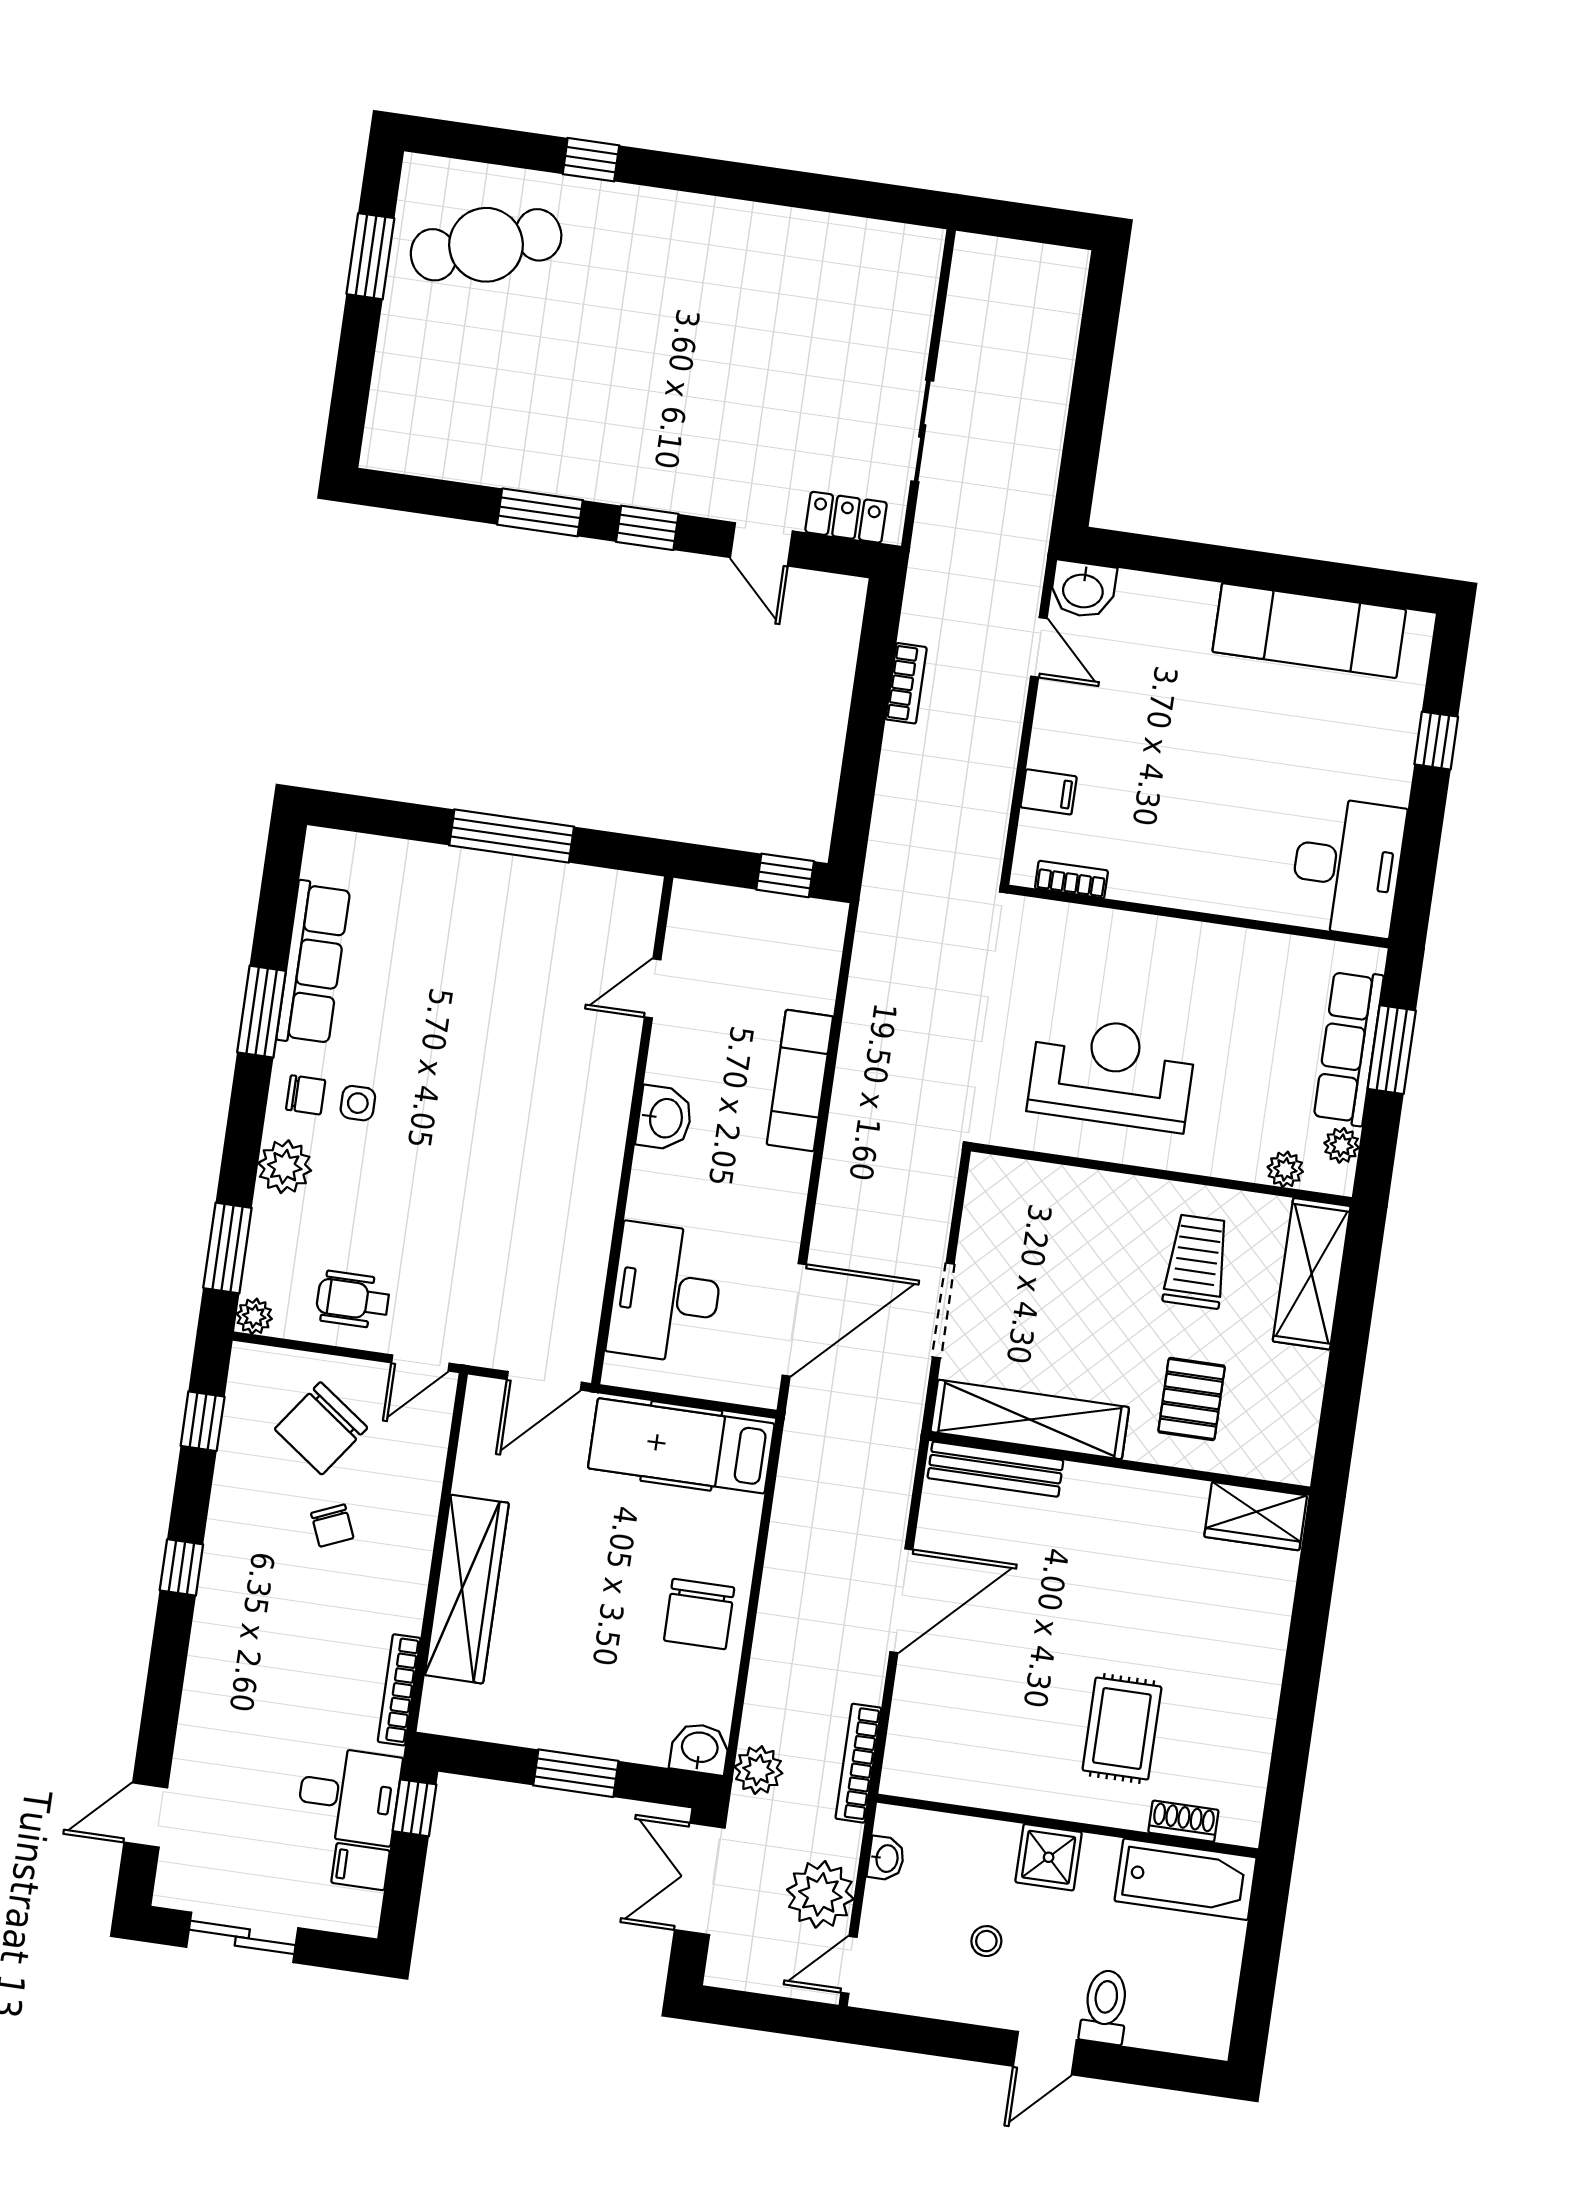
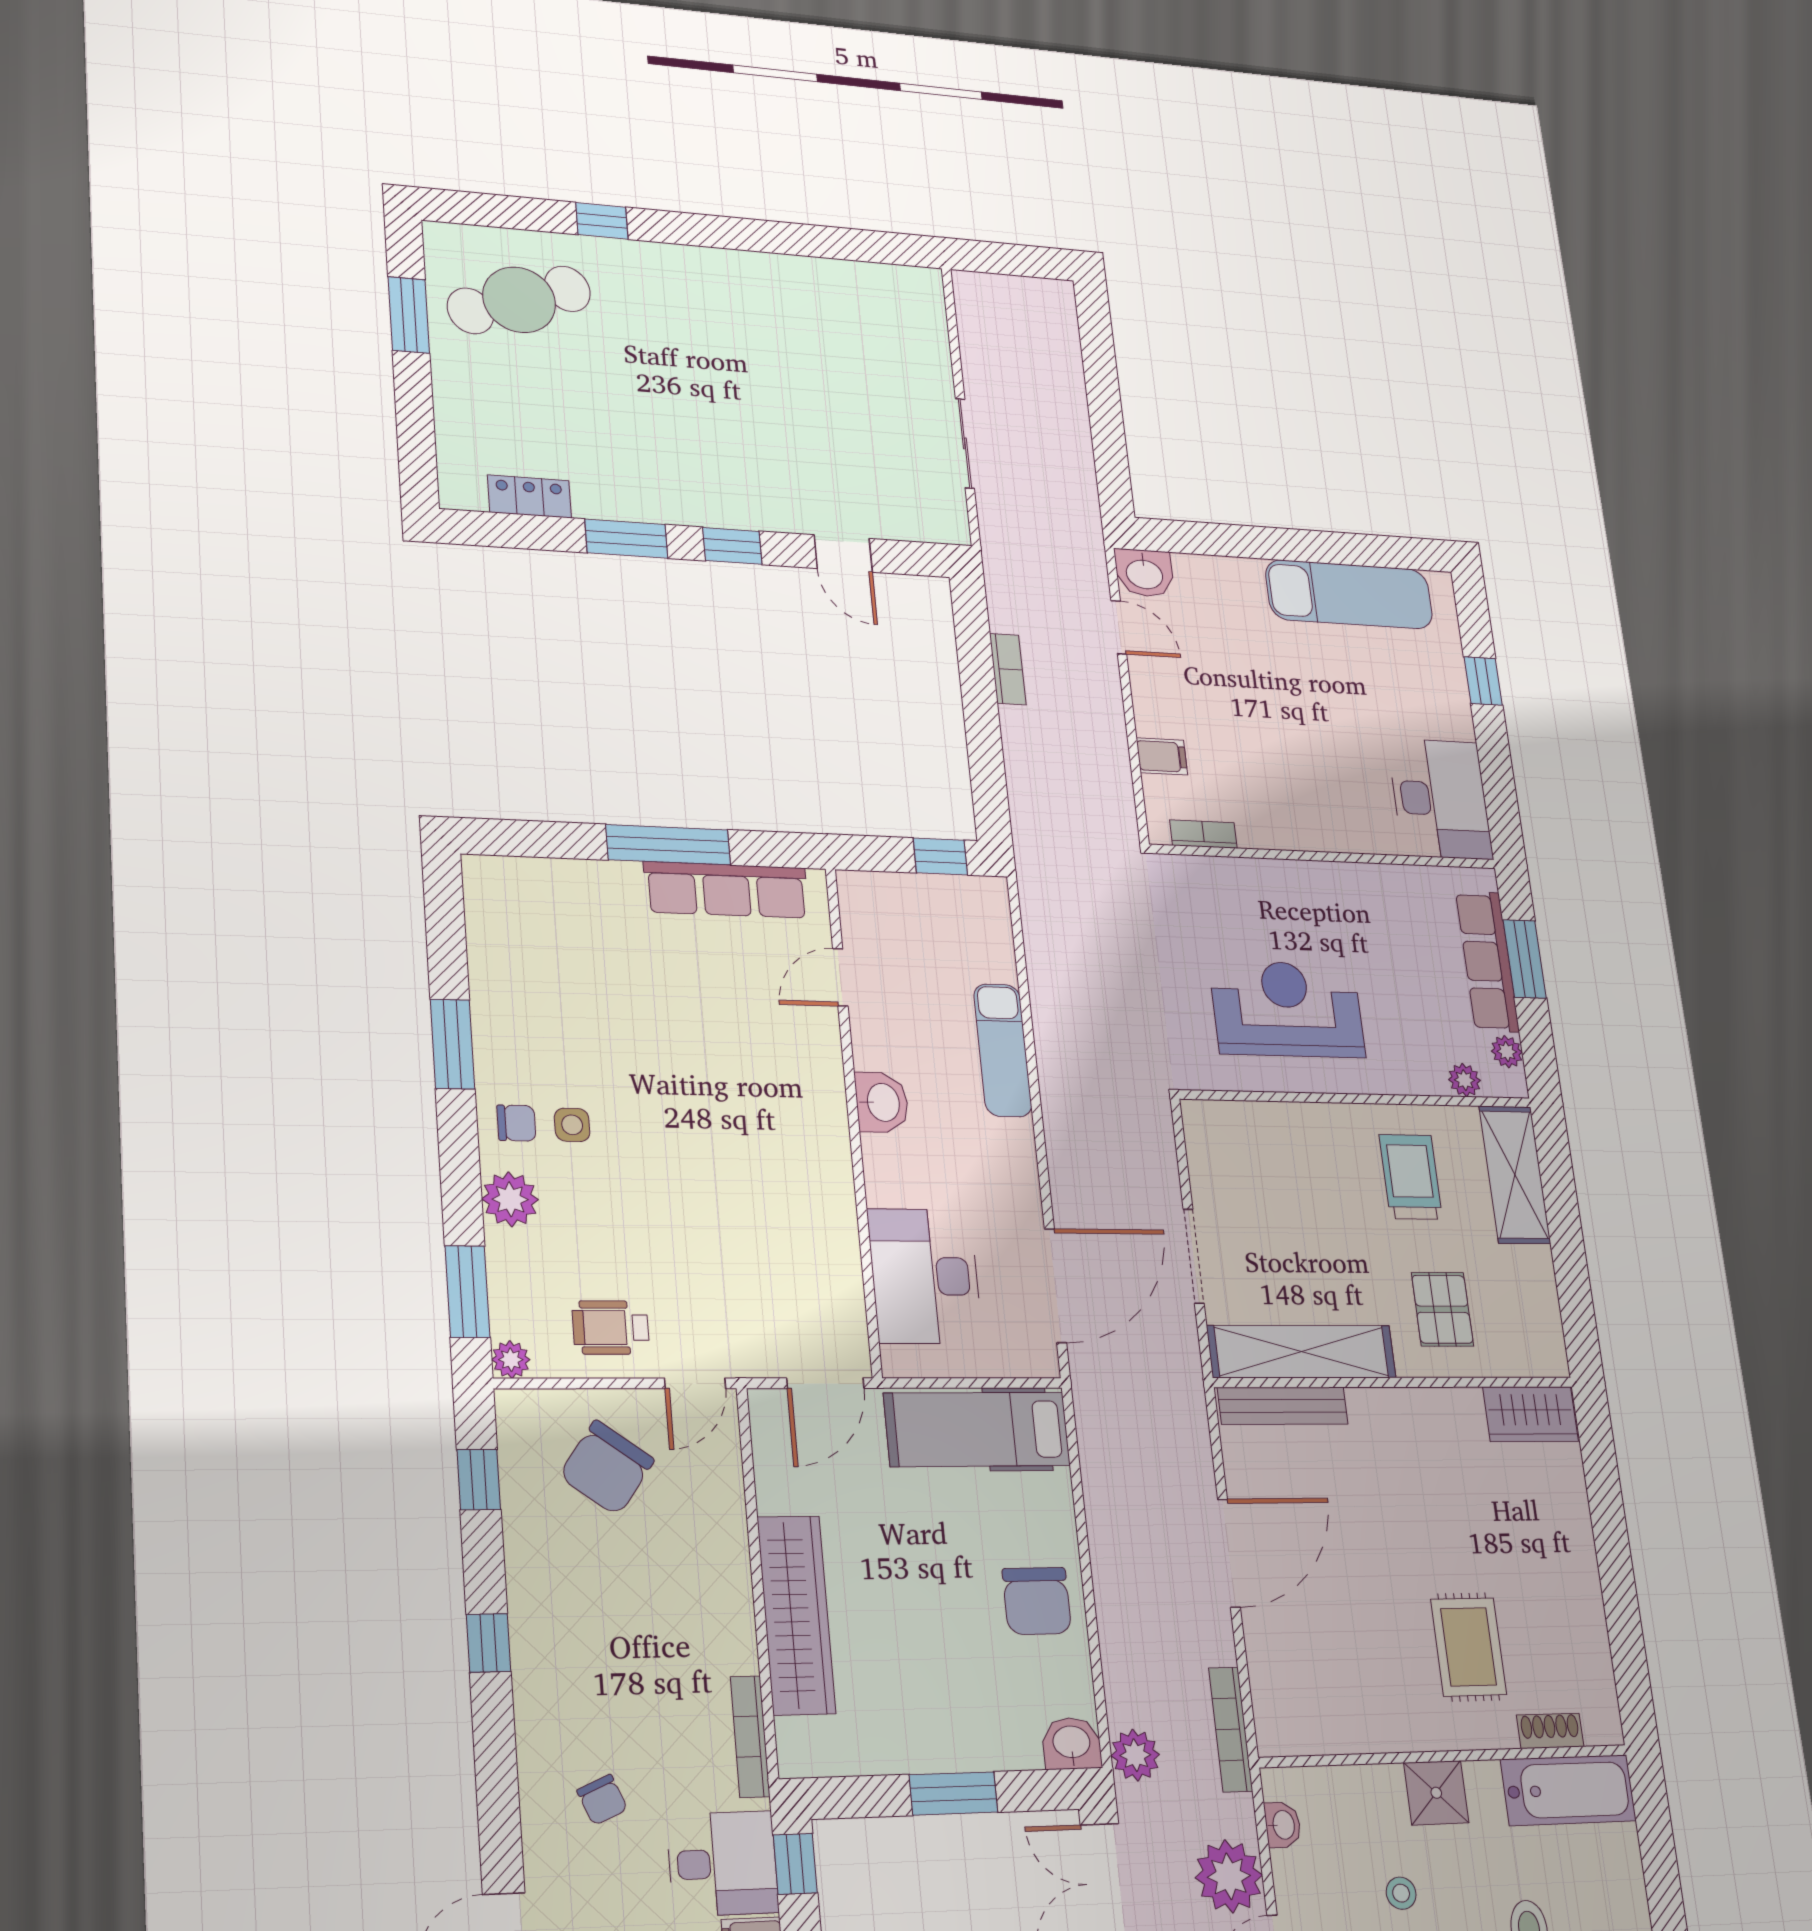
locker: (846, 517) -> (529, 496), moved
row of seats: (313, 963) -> (726, 890), moved, turned 90
chair: (332, 1526) -> (602, 1800), moved

